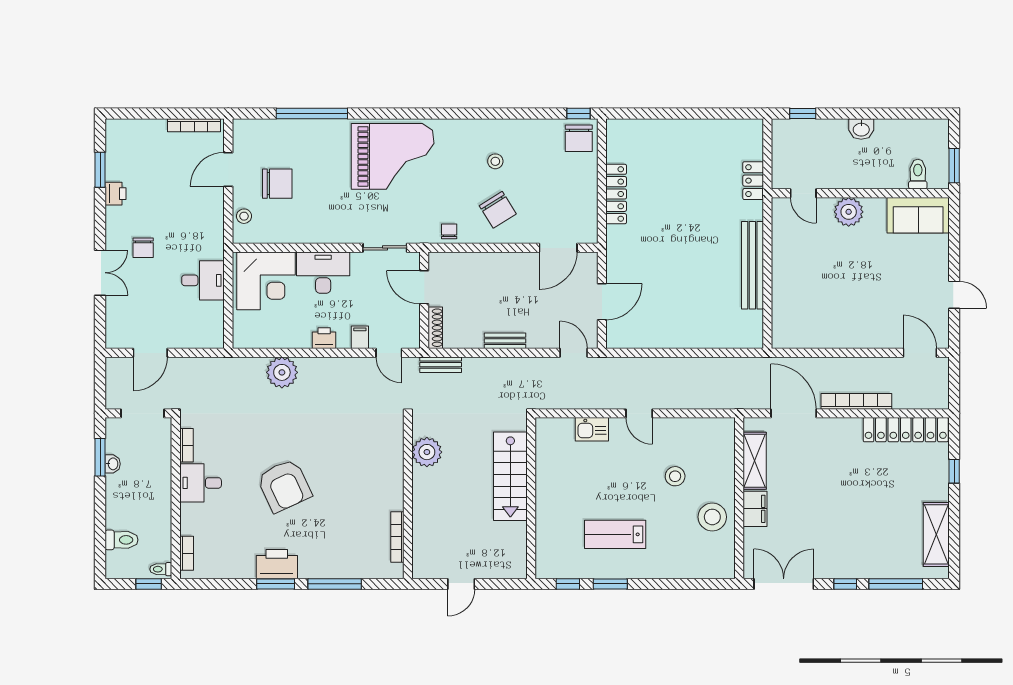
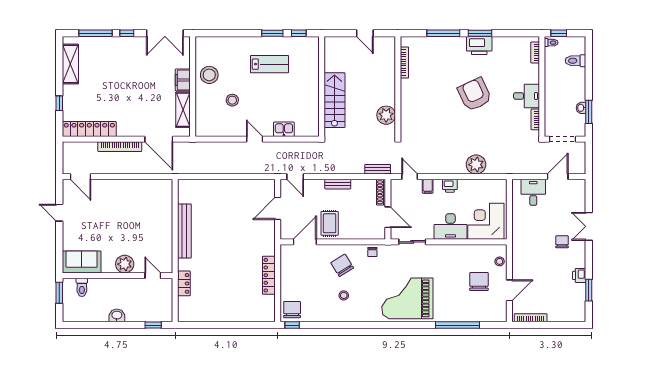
chair: (277, 184) -> (479, 282), turned 90
rug: (518, 278) -> (330, 223), added
desk: (203, 280) -> (533, 192), moved, turned 90
door: (461, 584) -> (365, 33), swing flipped

